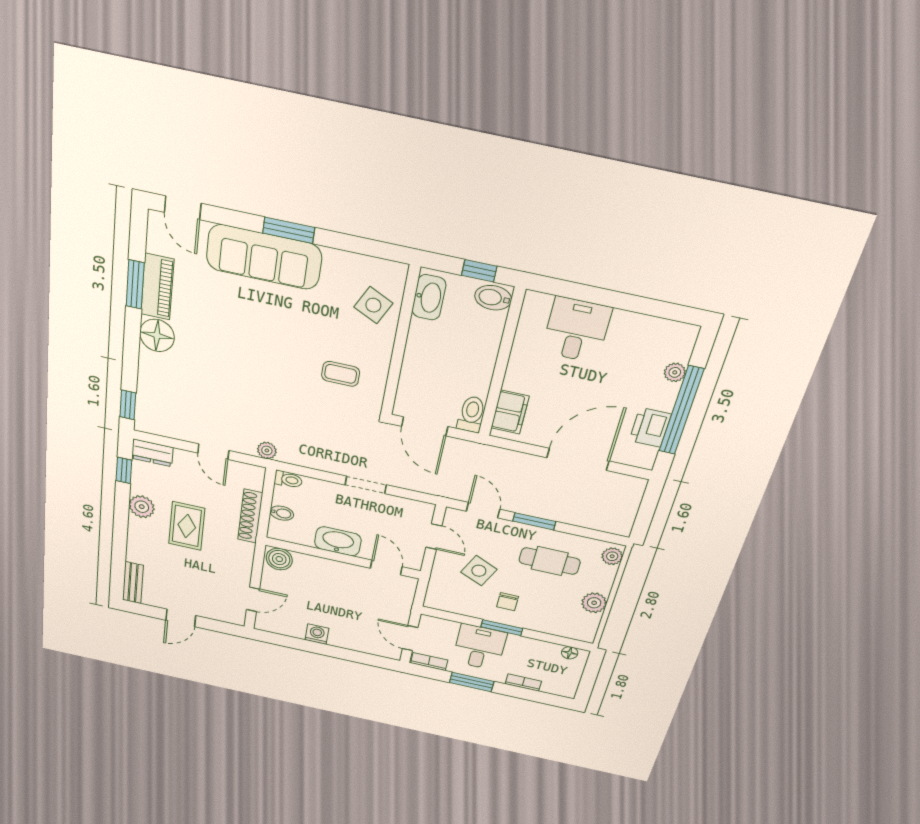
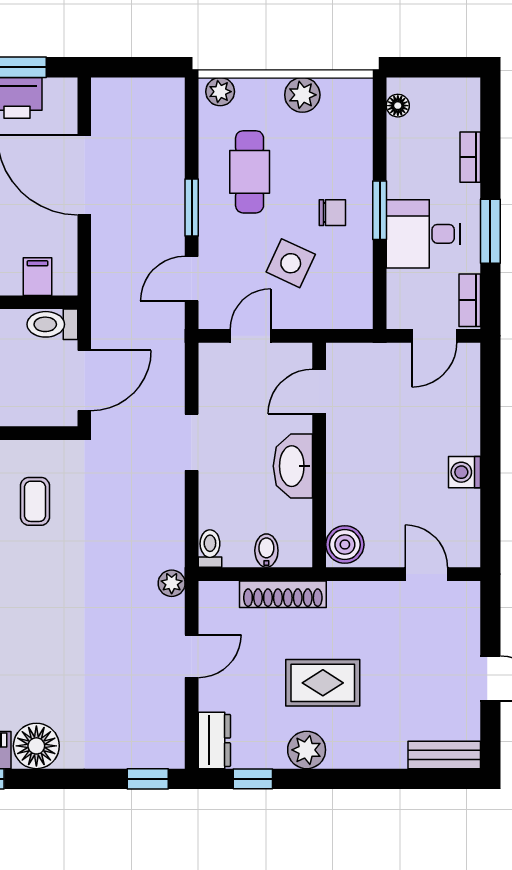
filing cabinet: (510, 412) -> (37, 277), width x0.50

